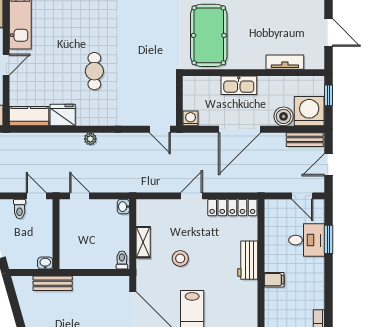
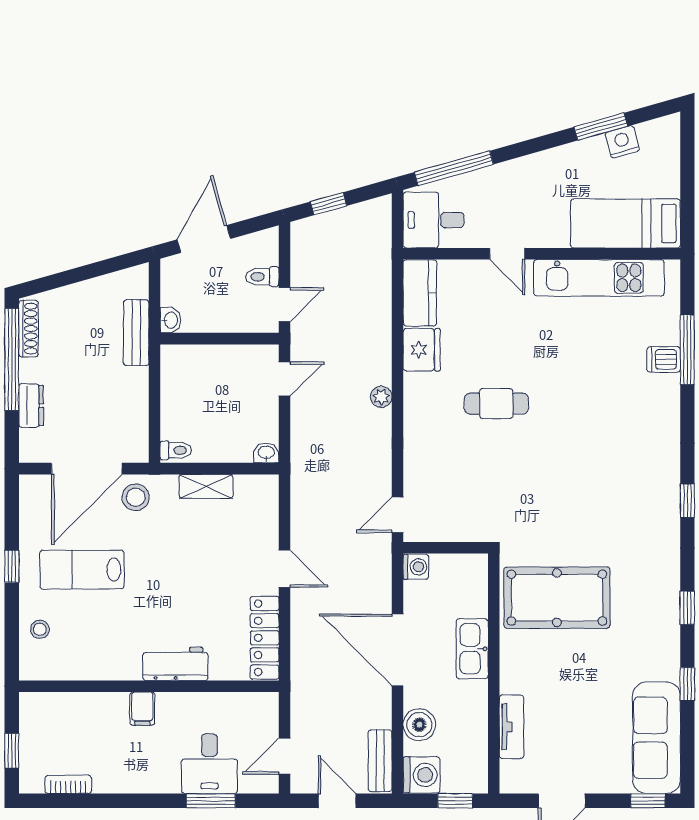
washing machine: (309, 111) -> (422, 775), width x0.73, depth x0.73
stool: (180, 258) -> (136, 497), moved

